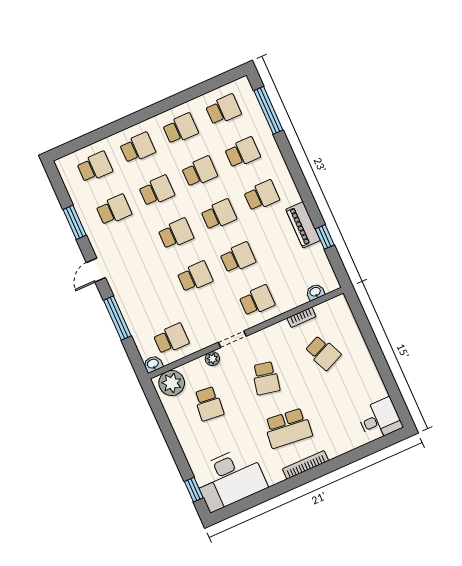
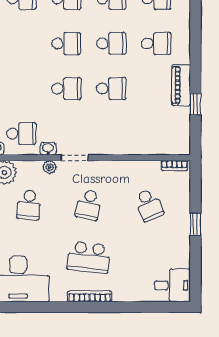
washbasin: (315, 292) -> (48, 149), moved
school desk: (257, 301) -> (111, 134), removed
bookcase: (301, 317) -> (174, 166), moved
window: (376, 351) -> (195, 224), added

